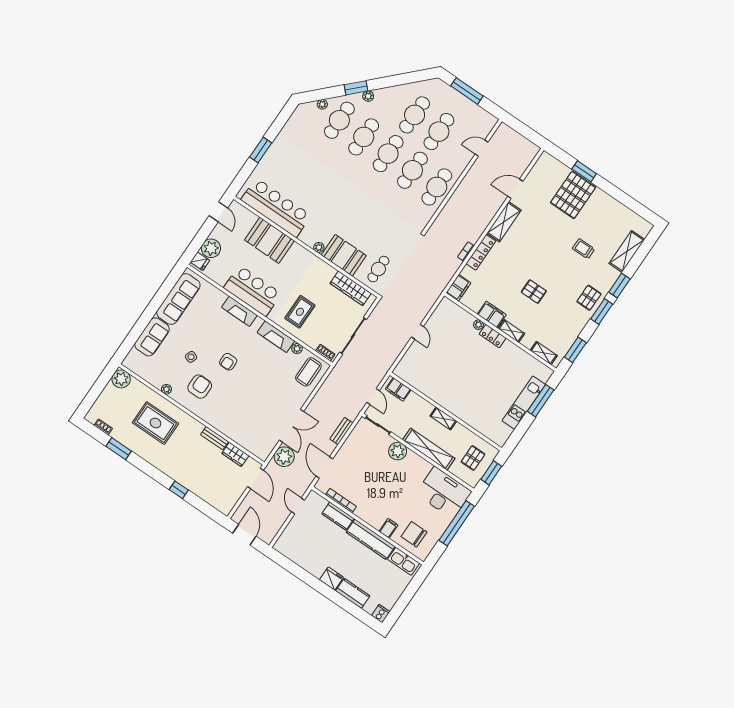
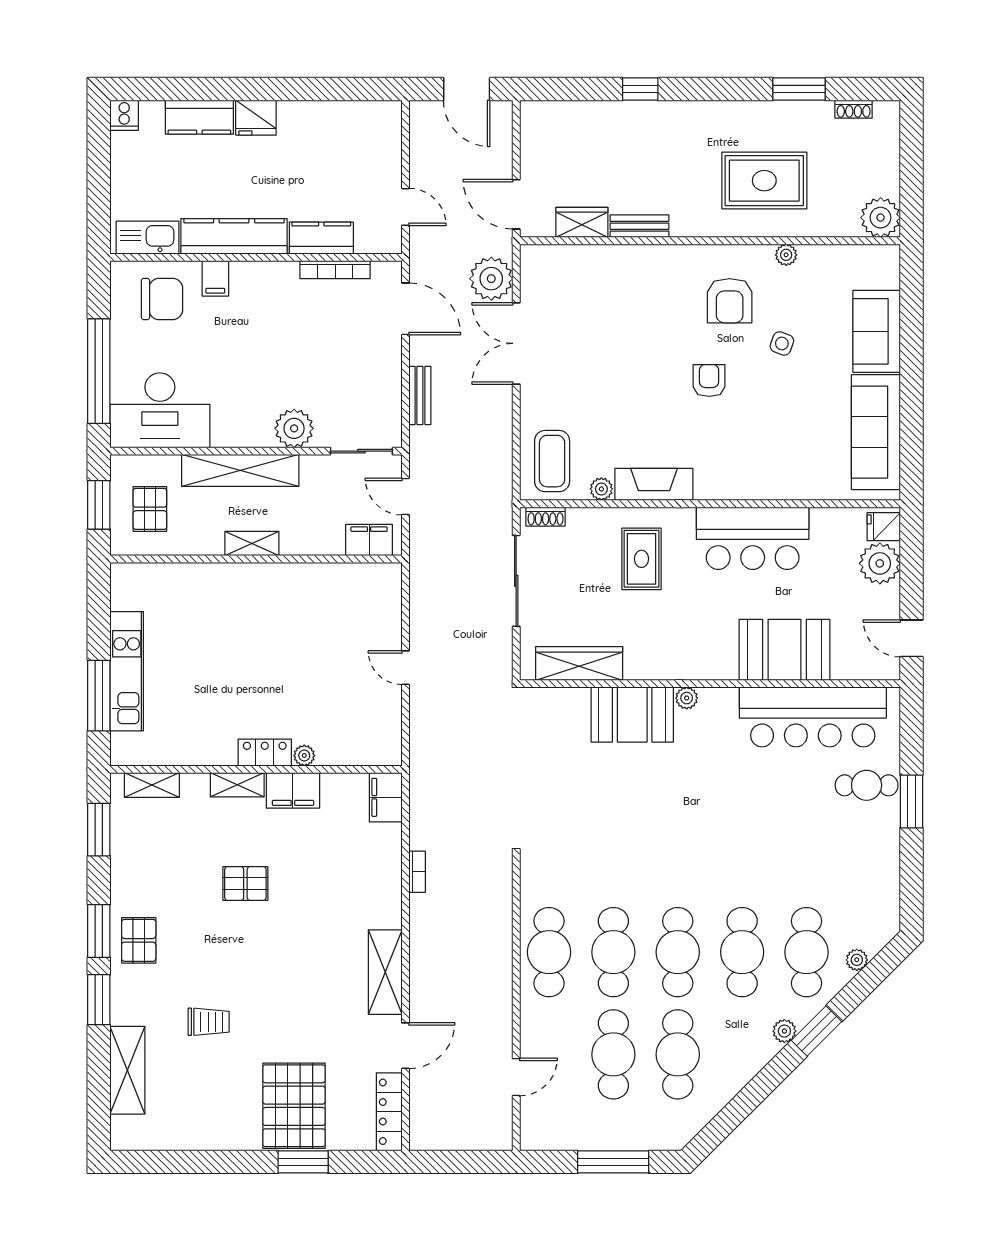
locker: (481, 252) -> (389, 1112), moved
cafe table: (378, 269) -> (867, 785), moved, turned 90
fireplace: (239, 311) -> (751, 485), removed

